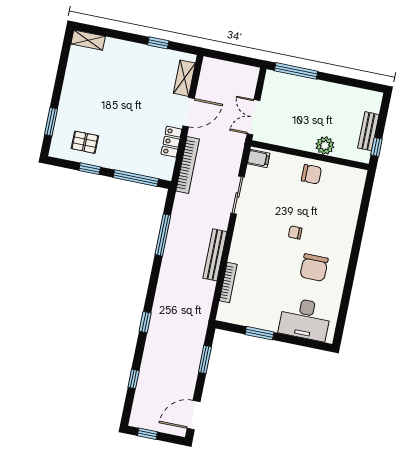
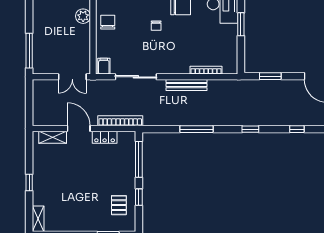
window: (158, 43) -> (29, 183), moved
sliding door: (238, 195) -> (136, 77), width x1.37
window: (163, 235) -> (196, 129), moved
window: (259, 333) -> (241, 24), moved

